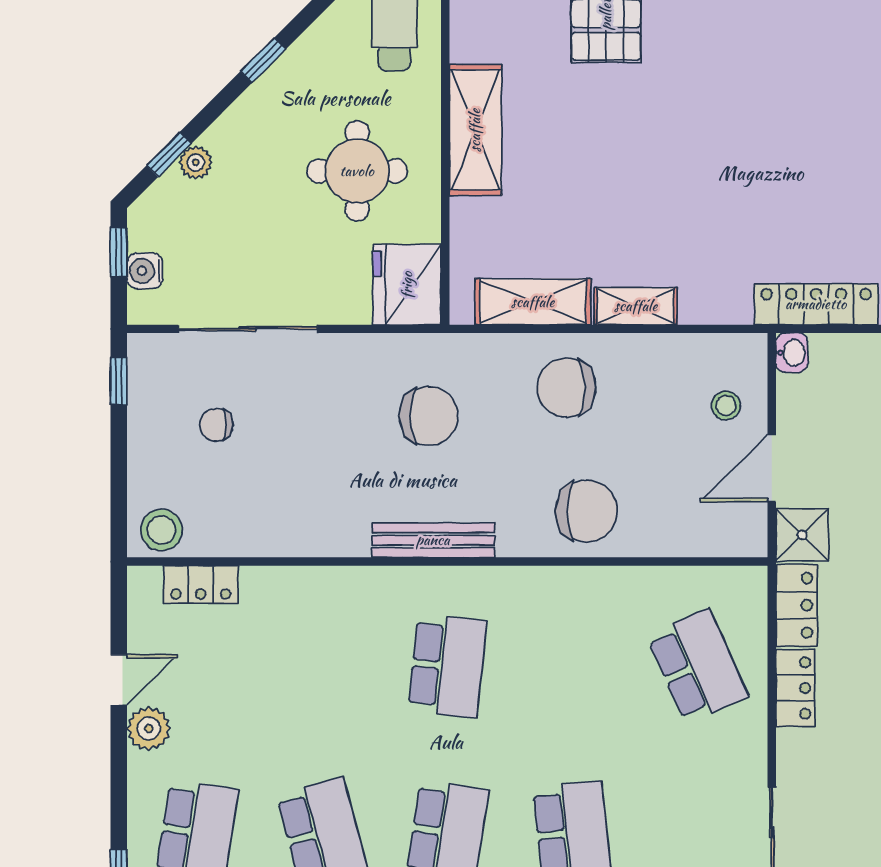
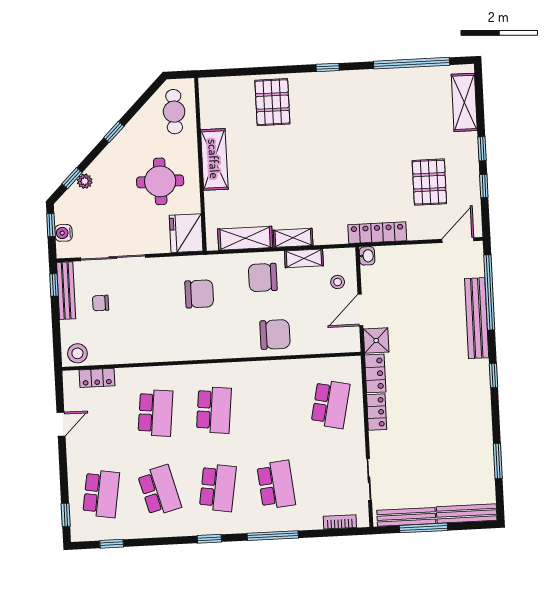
shelving: (656, 351) -> (304, 258), added
bench: (433, 540) -> (66, 291), moved, turned 90
school desk: (322, 666) -> (156, 413), added
school desk: (697, 666) -> (330, 404), turned 36
plant: (149, 728) -> (76, 446), removed

